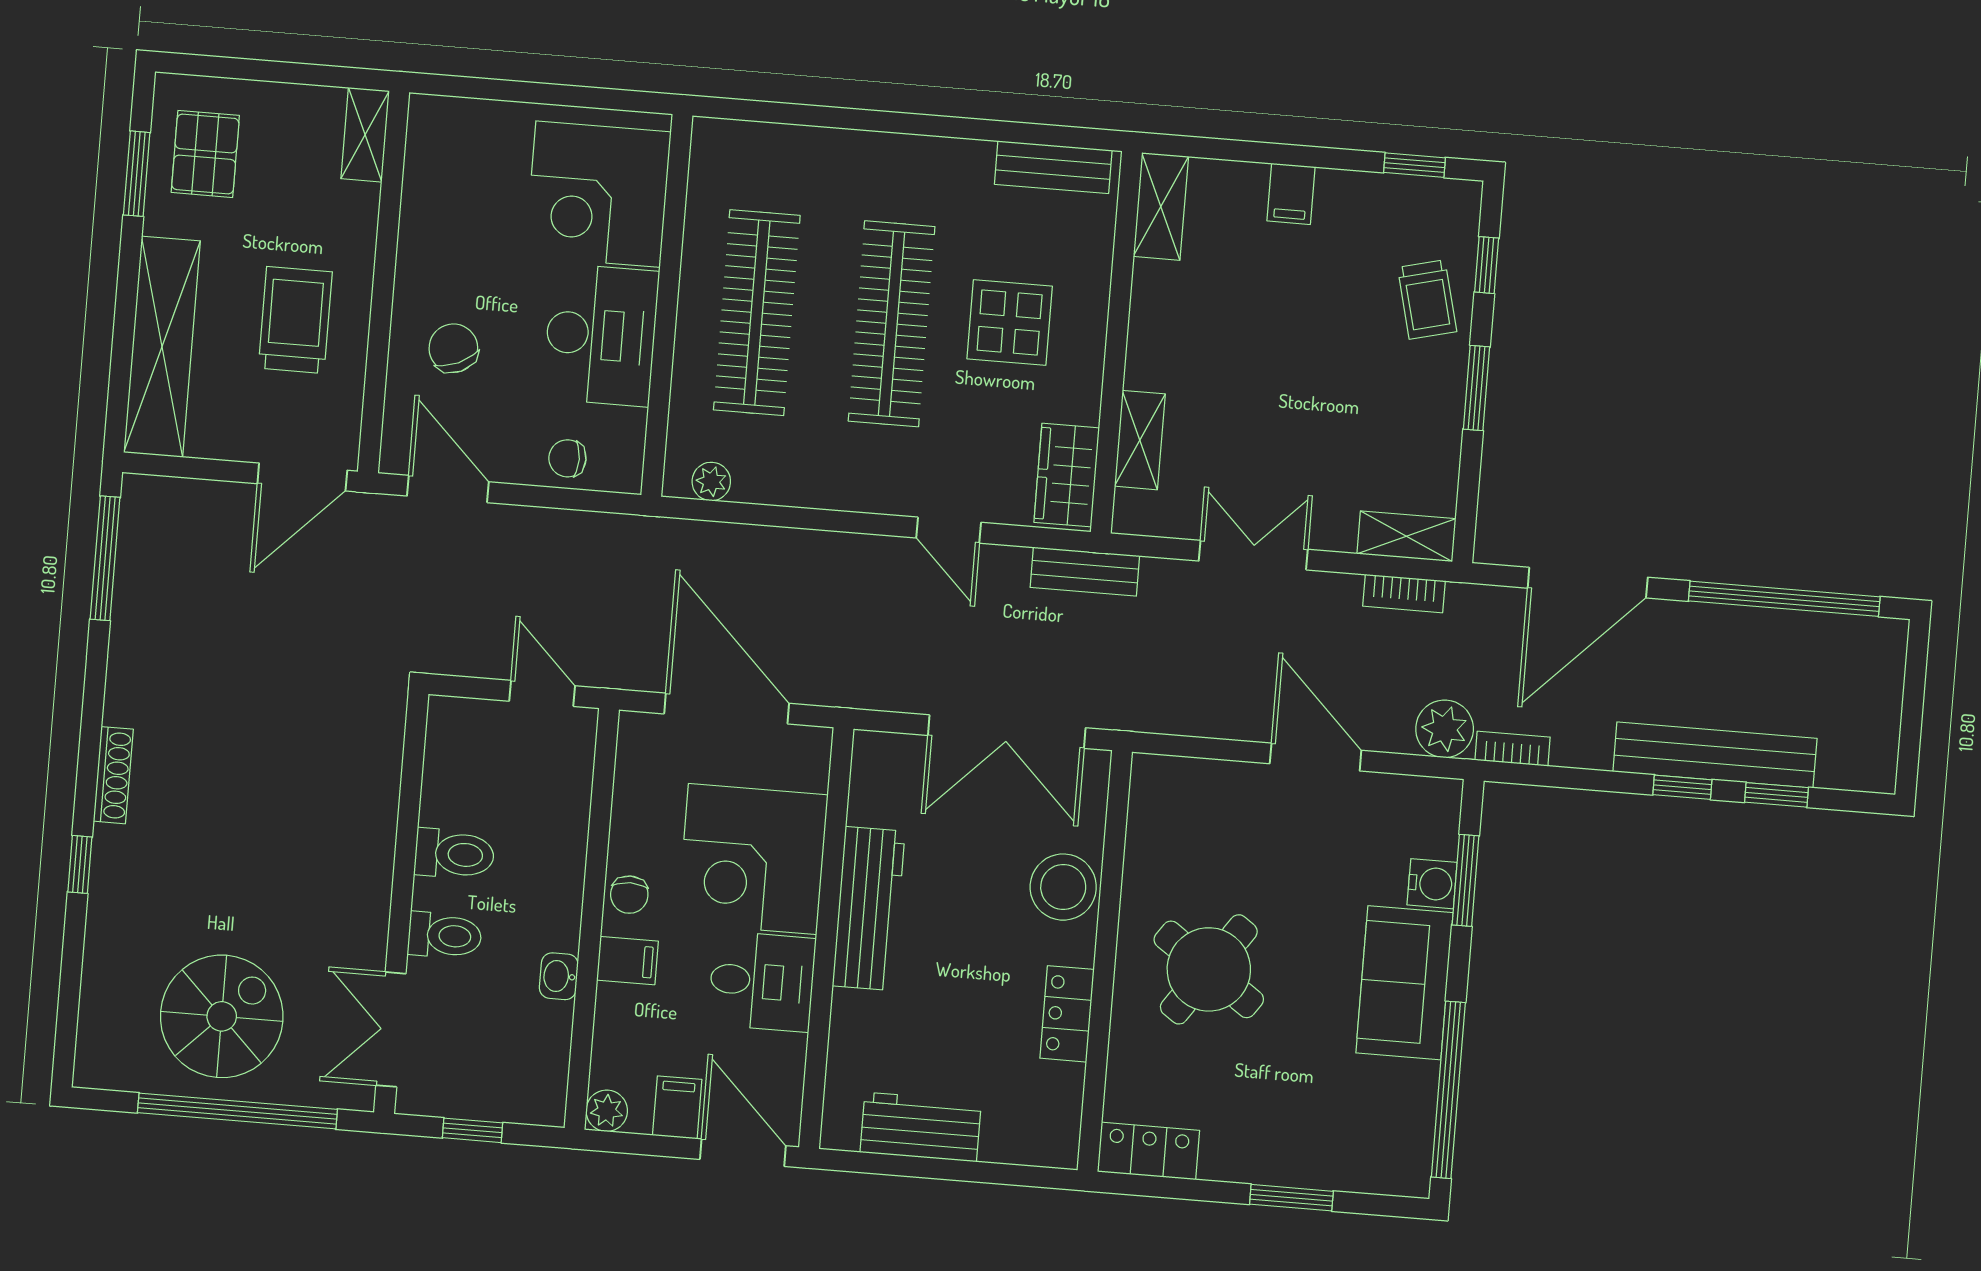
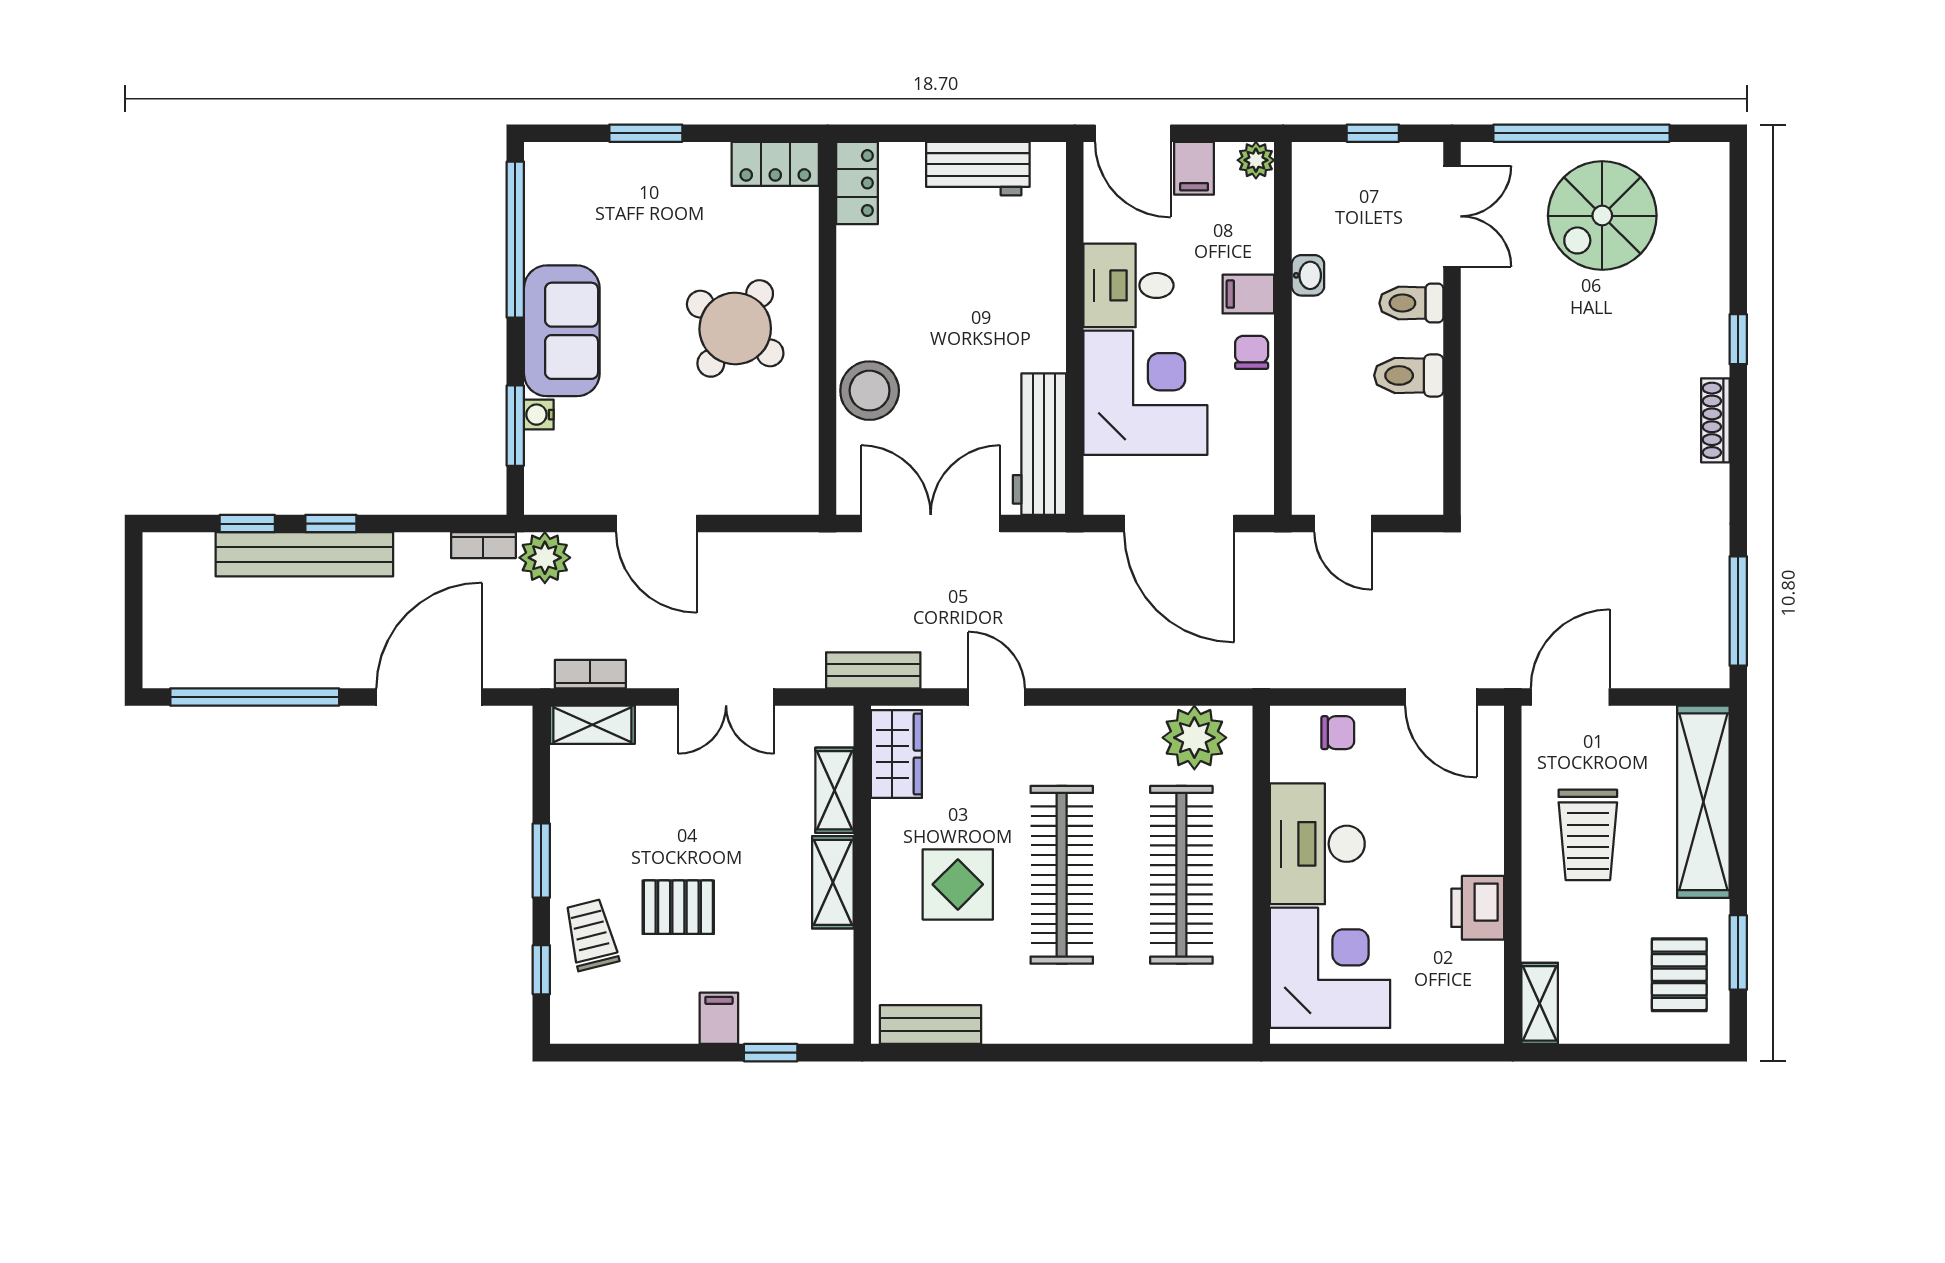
window: (1414, 165) -> (771, 1053), moved
shelving: (1161, 206) -> (833, 882), moved
printer: (426, 248) -> (1478, 908), added
pallet: (1327, 323) -> (678, 907), added
chair: (453, 348) -> (1446, 821), removed
plant: (711, 481) -> (1194, 738), width x1.88, depth x1.88
water cooler: (1432, 884) -> (539, 415), width x0.72, depth x0.72
workbench: (869, 908) -> (1039, 444), moved
locker: (1067, 1014) -> (857, 183), moved

